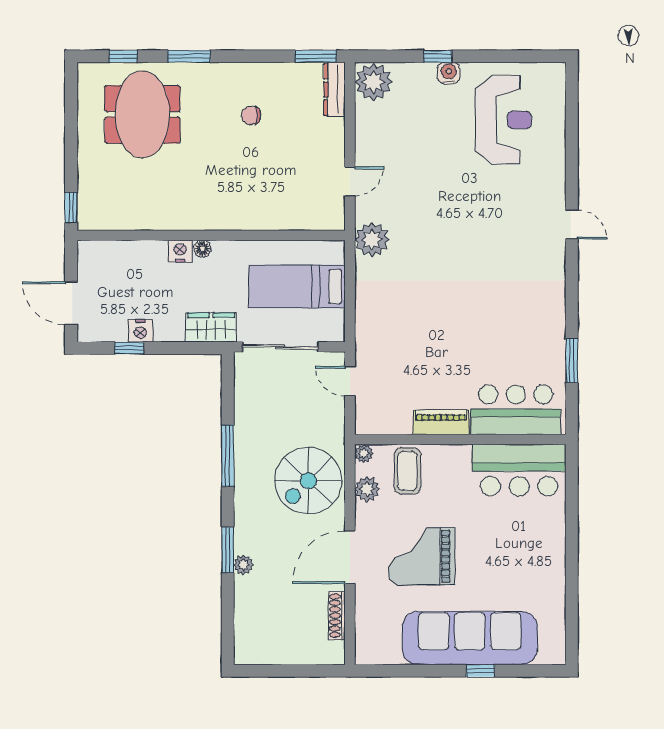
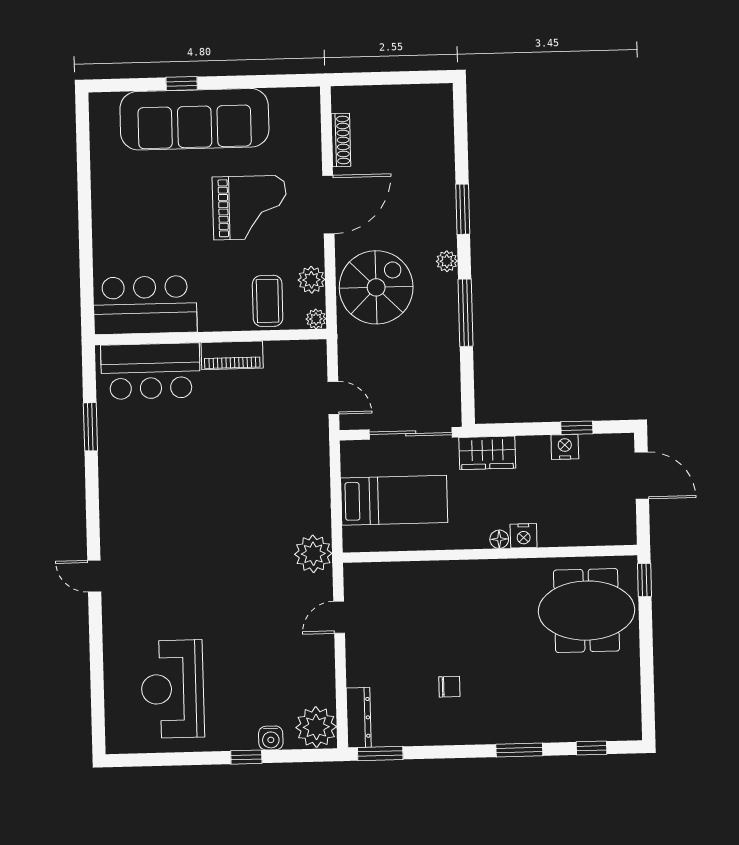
water cooler: (449, 73) -> (271, 738), moved
meeting table: (142, 114) -> (587, 611), moved, turned 90
plant: (243, 565) -> (447, 261), moved

